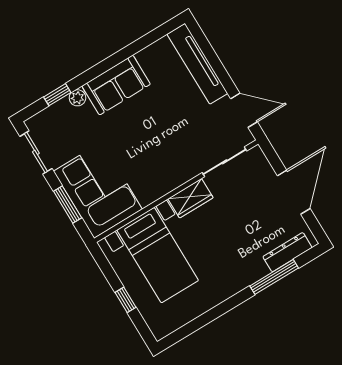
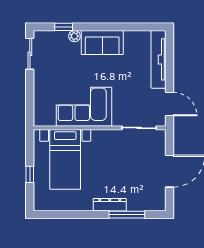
corner sofa: (98, 190) -> (84, 107), moved, turned -90
wardrobe: (190, 198) -> (106, 137), removed
window: (68, 204) -> (30, 96), removed
dresser: (287, 252) -> (110, 205), moved

